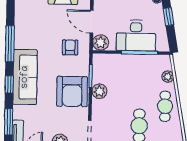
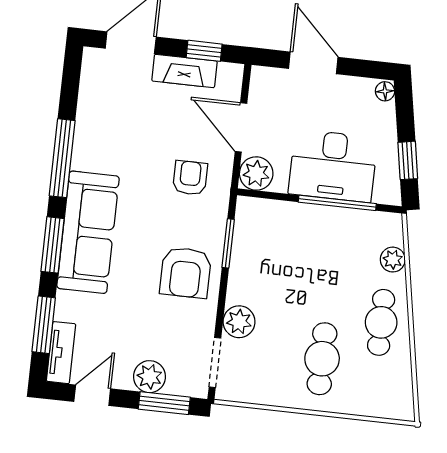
window: (168, 17) -> (408, 160), moved
window: (9, 84) -> (53, 245), width x1.50
armchair: (72, 91) -> (186, 272), width x0.73, depth x0.73
plant: (99, 91) -> (239, 322), moved

